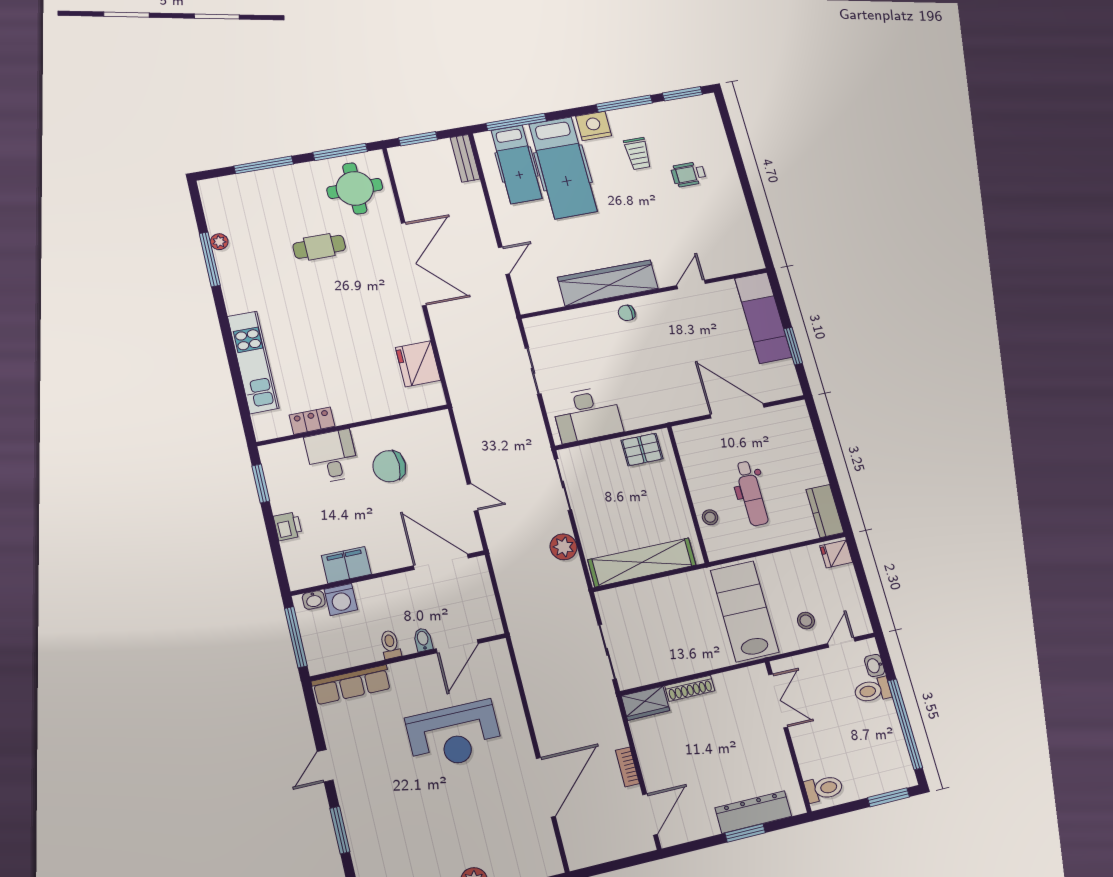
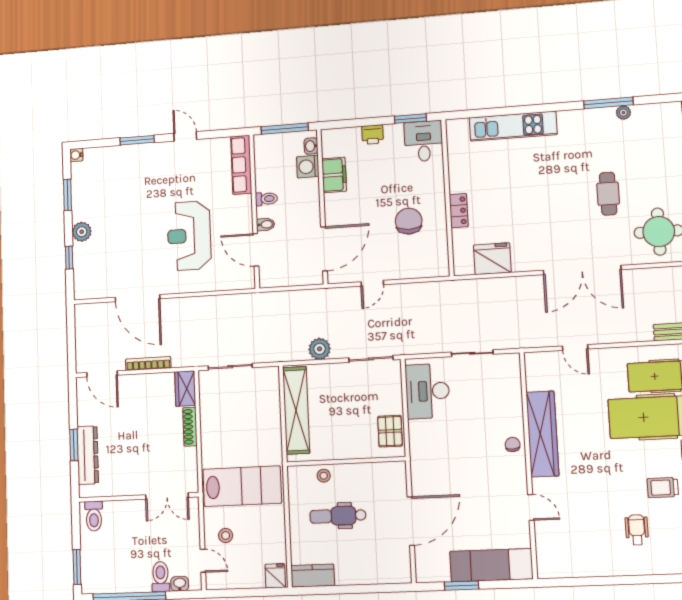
locker: (312, 421) -> (459, 211), moved
desk: (332, 456) -> (424, 141), moved, turned -90
bookcase: (627, 767) -> (148, 364), width x1.56

